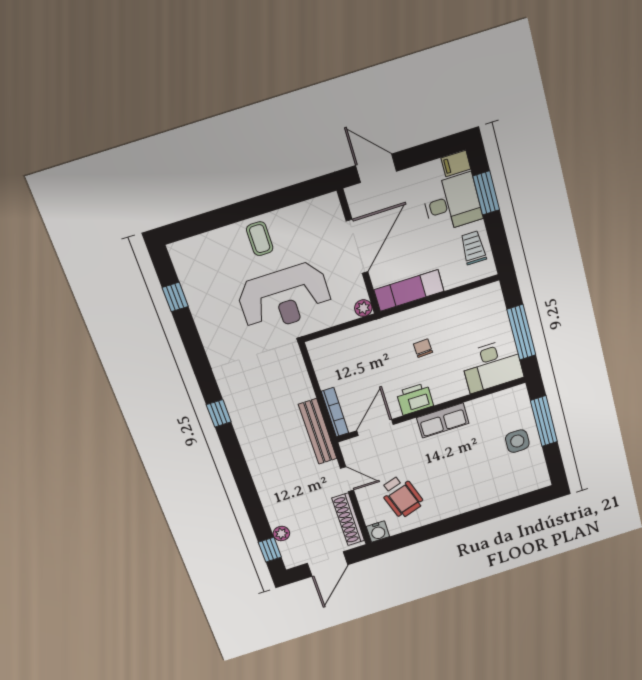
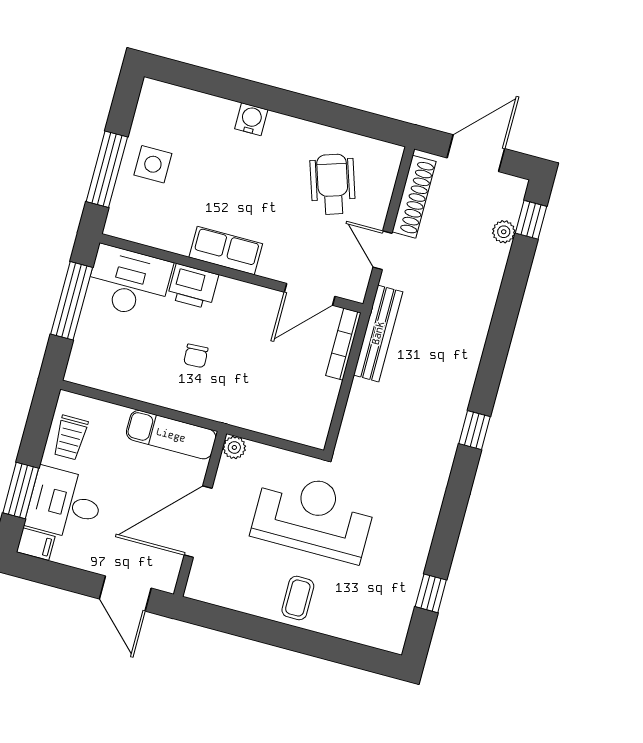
printer: (415, 399) -> (193, 286), moved
water cooler: (378, 532) -> (251, 119), moved

